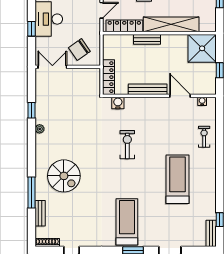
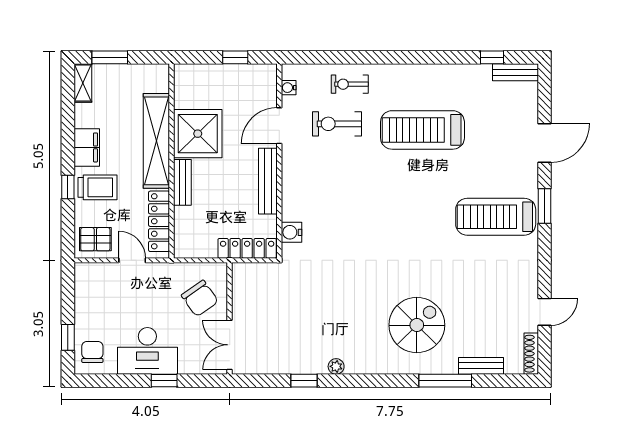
shower: (202, 48) -> (198, 134), moved
exercise bike: (127, 145) -> (337, 124), moved

